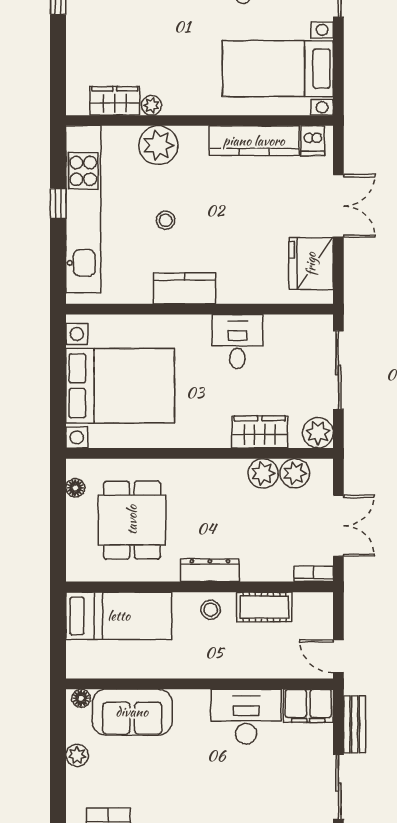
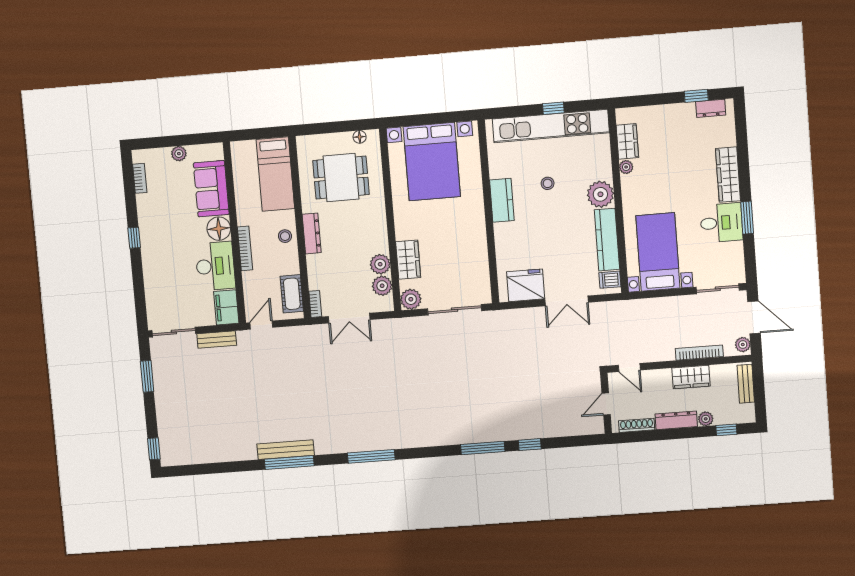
plant: (158, 145) -> (600, 194), moved
desk: (237, 342) -> (468, 239), removed
cot: (264, 607) -> (292, 294), moved
bookcase: (224, 670) -> (245, 248), added
floor lamp: (81, 698) -> (219, 229), moved, width x1.89, depth x1.89

